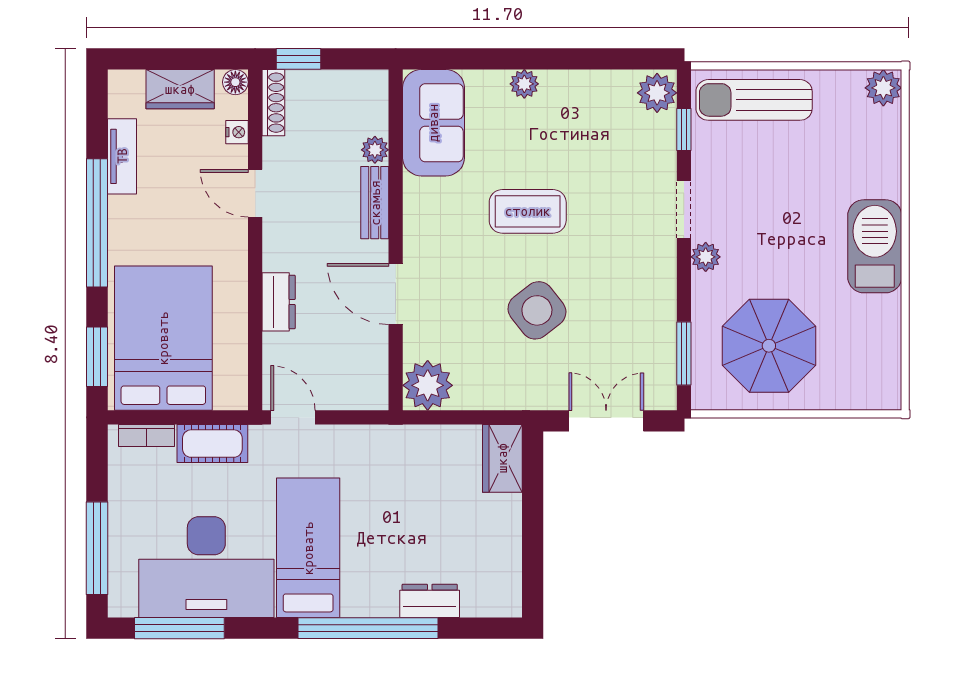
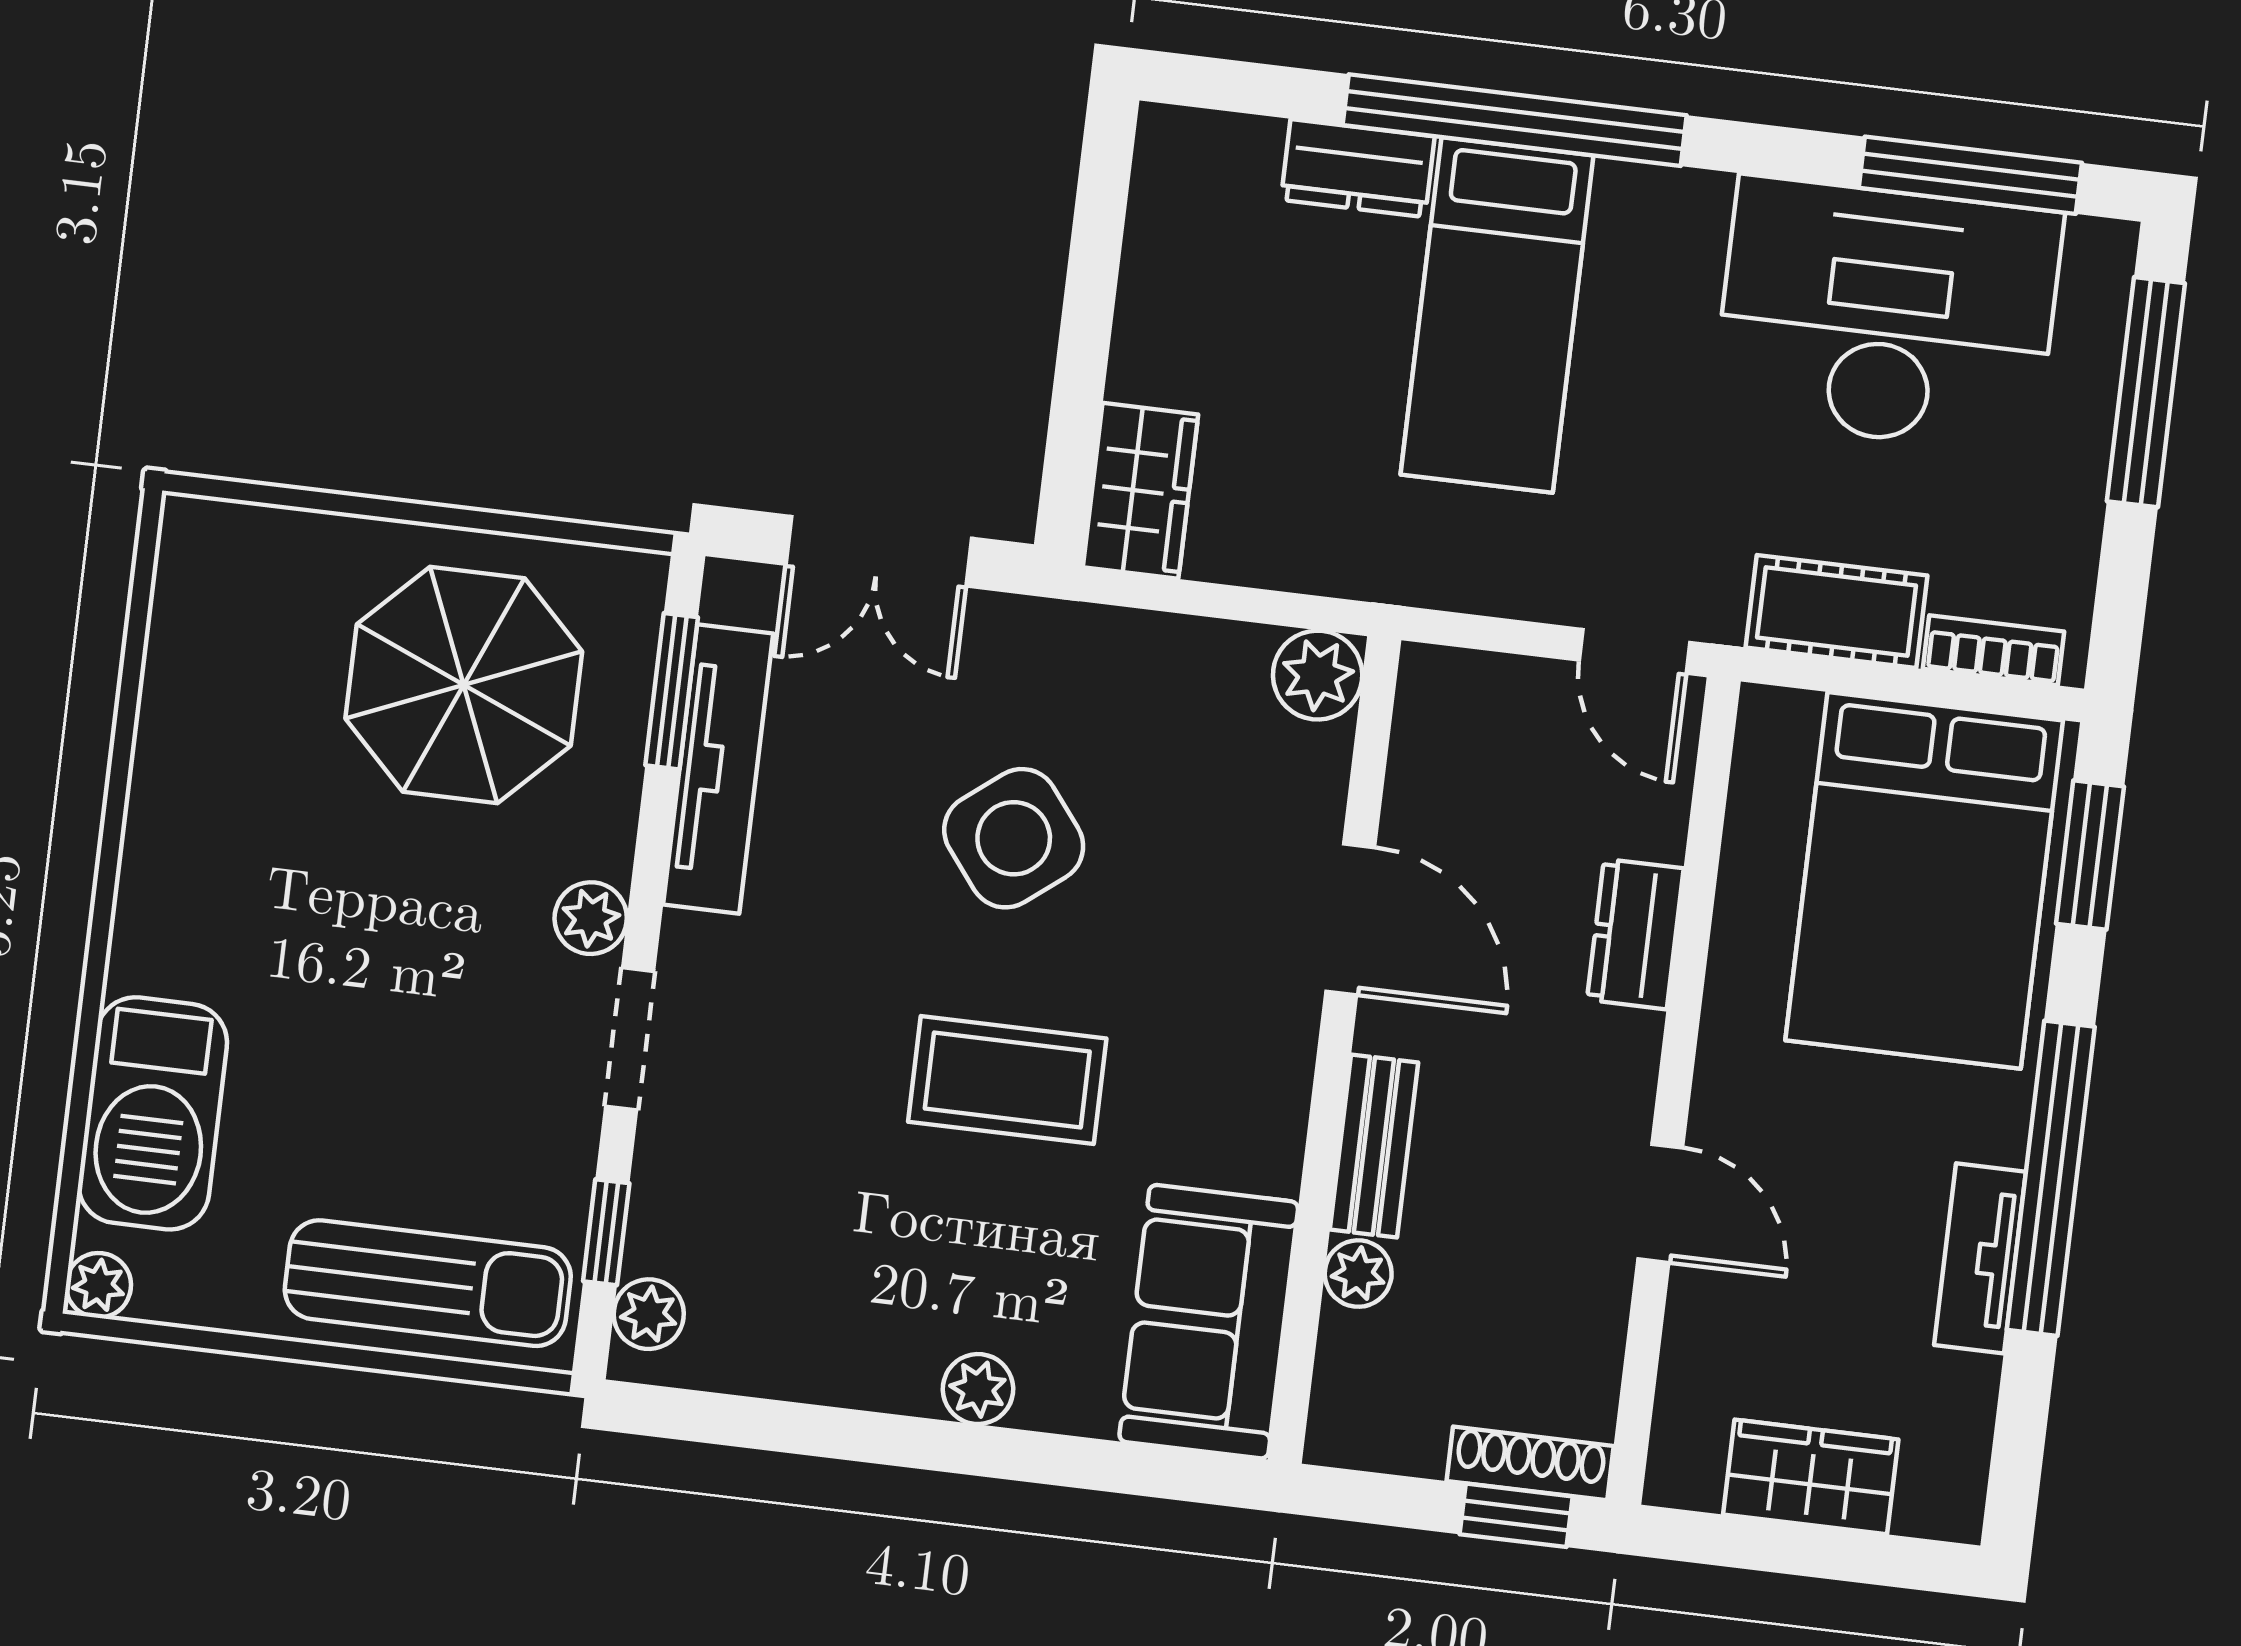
floor lamp: (235, 82) -> (1675, 1478), removed
plant: (883, 88) -> (99, 1285), width x0.73, depth x0.73
plant: (657, 93) -> (649, 1314), width x0.73, depth x0.73
shoe rack: (273, 103) -> (1530, 1463), moved, turned 90
nightstand: (237, 132) -> (1686, 1356), removed
tv unit: (122, 156) -> (1980, 1258), moved
barbecue: (875, 246) -> (153, 1113), moved
tv unit: (661, 324) -> (718, 769), added
plant: (428, 385) -> (1318, 675), width x0.73, depth x0.73
bed: (308, 548) -> (1497, 315), moved

